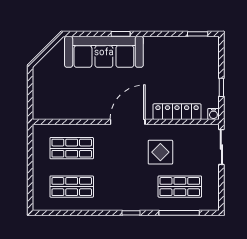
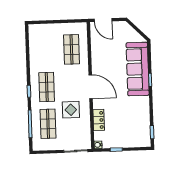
door: (30, 100) -> (103, 20), added
locker: (177, 112) -> (99, 120), width x0.66
shop shelf: (72, 187) -> (47, 87), moved

